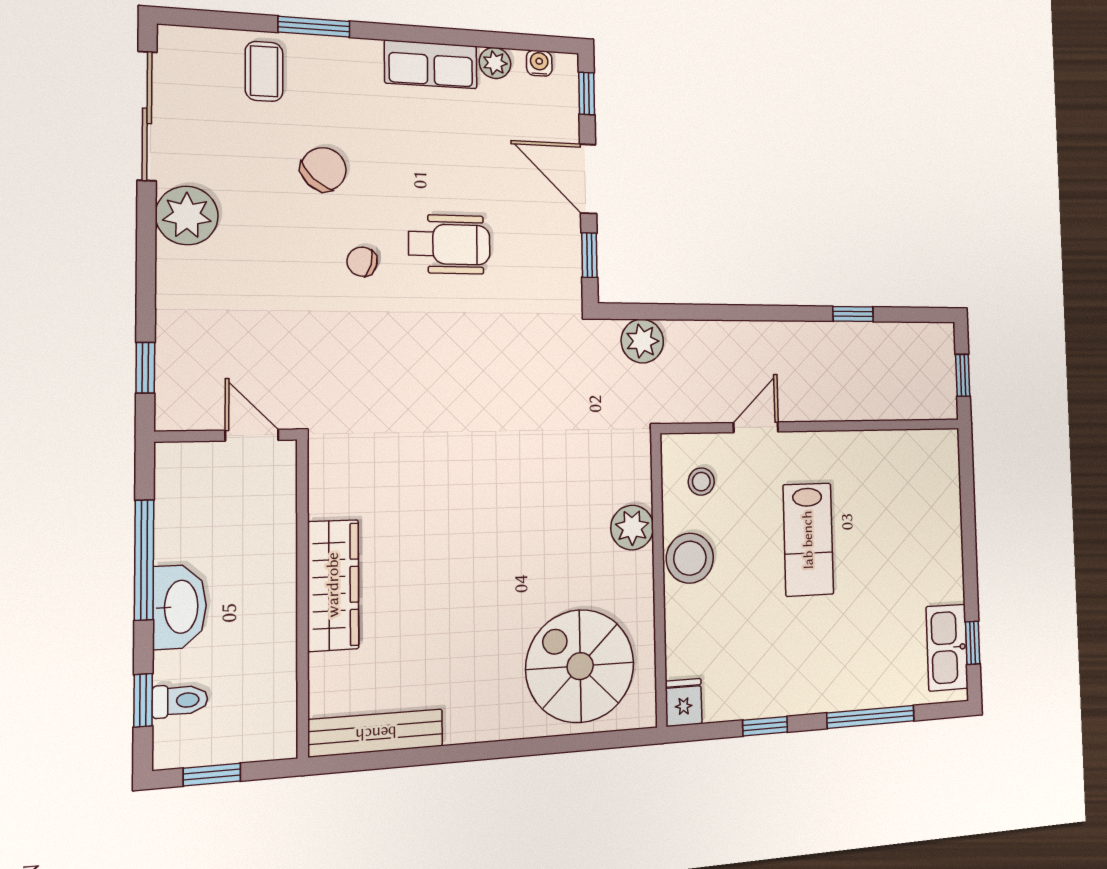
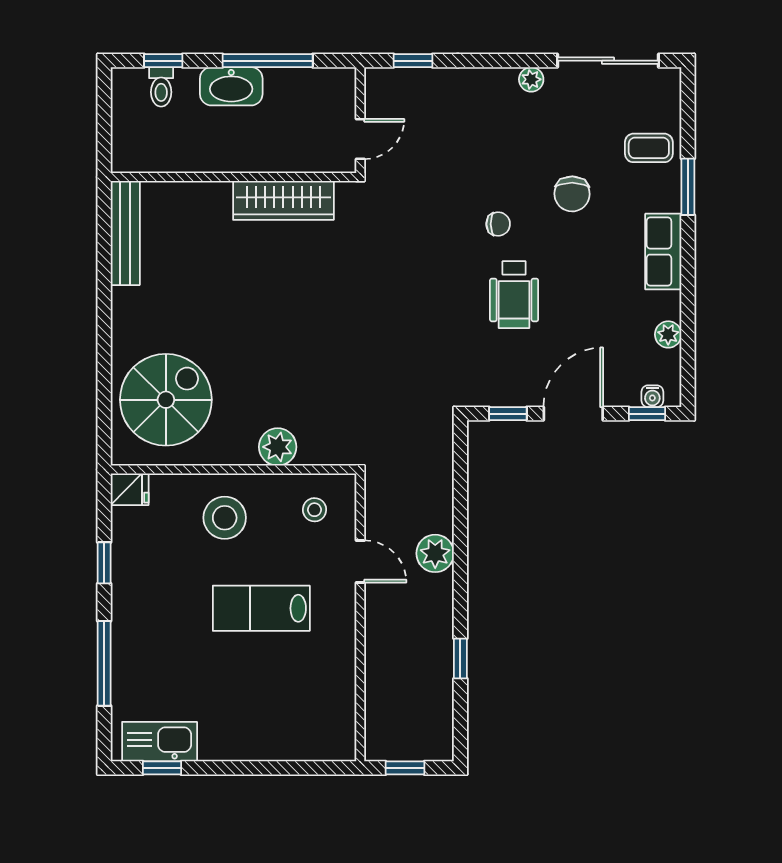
water cooler: (539, 63) -> (652, 396), moved, turned 90
row of seats: (431, 64) -> (663, 252), moved
chair: (323, 169) -> (572, 194), turned 48
plant: (187, 216) -> (531, 79), width x0.53, depth x0.53
chair: (362, 262) -> (498, 224), turned 74
plant: (642, 341) -> (435, 553), moved
stool: (690, 558) -> (225, 518), moved
wardrobe: (333, 585) -> (283, 200), moved
window: (212, 775) -> (104, 110), removed

